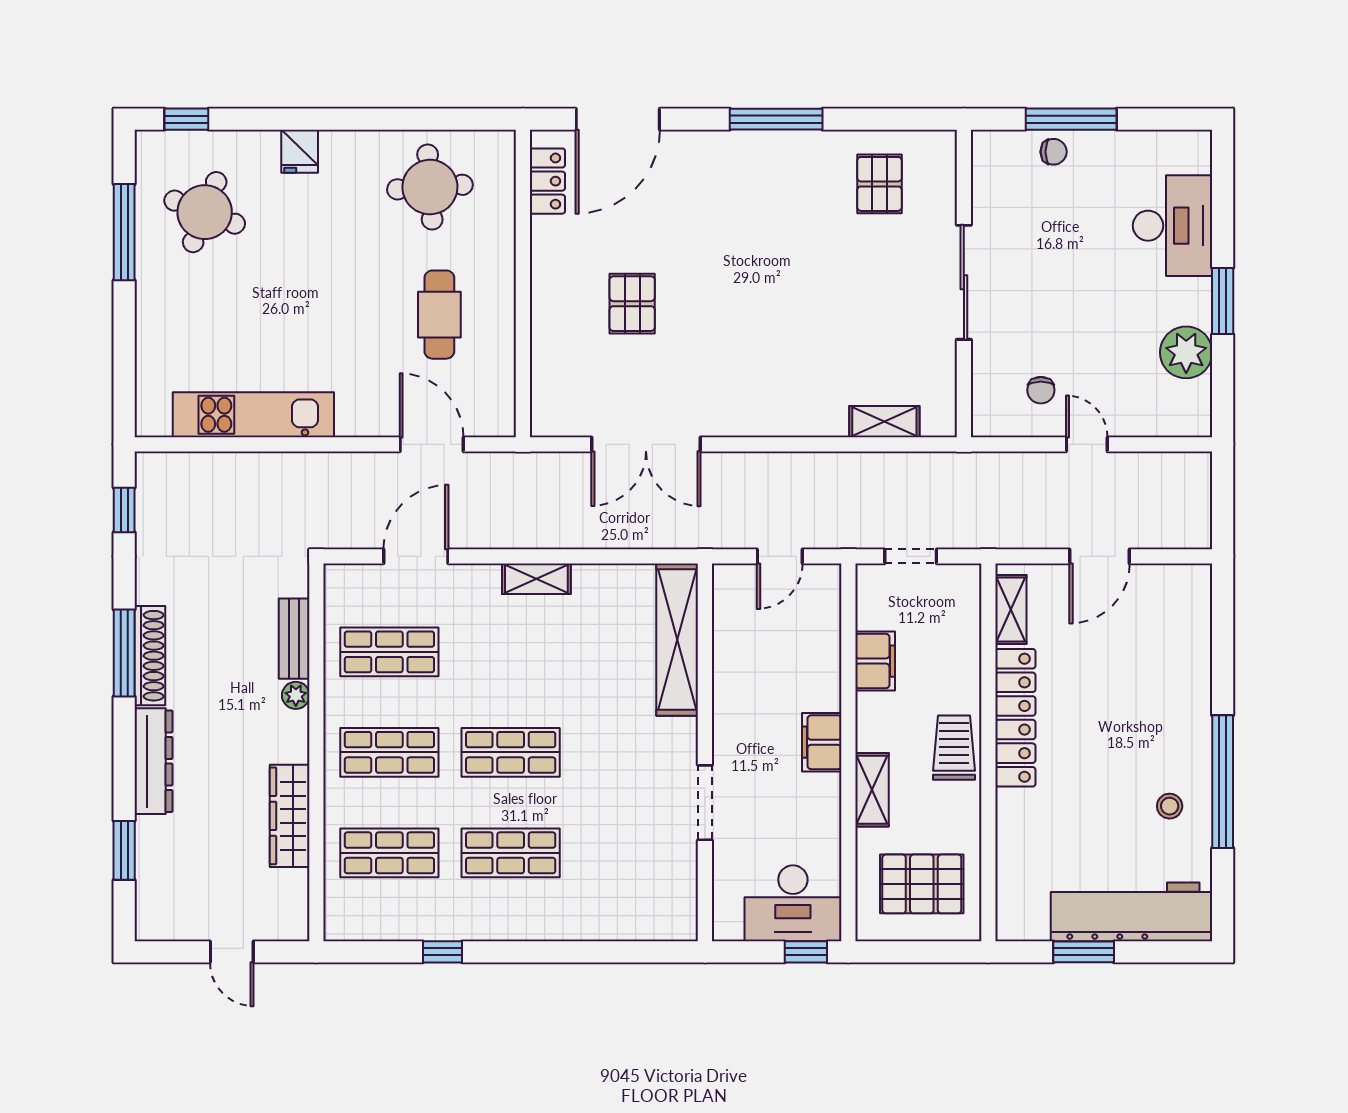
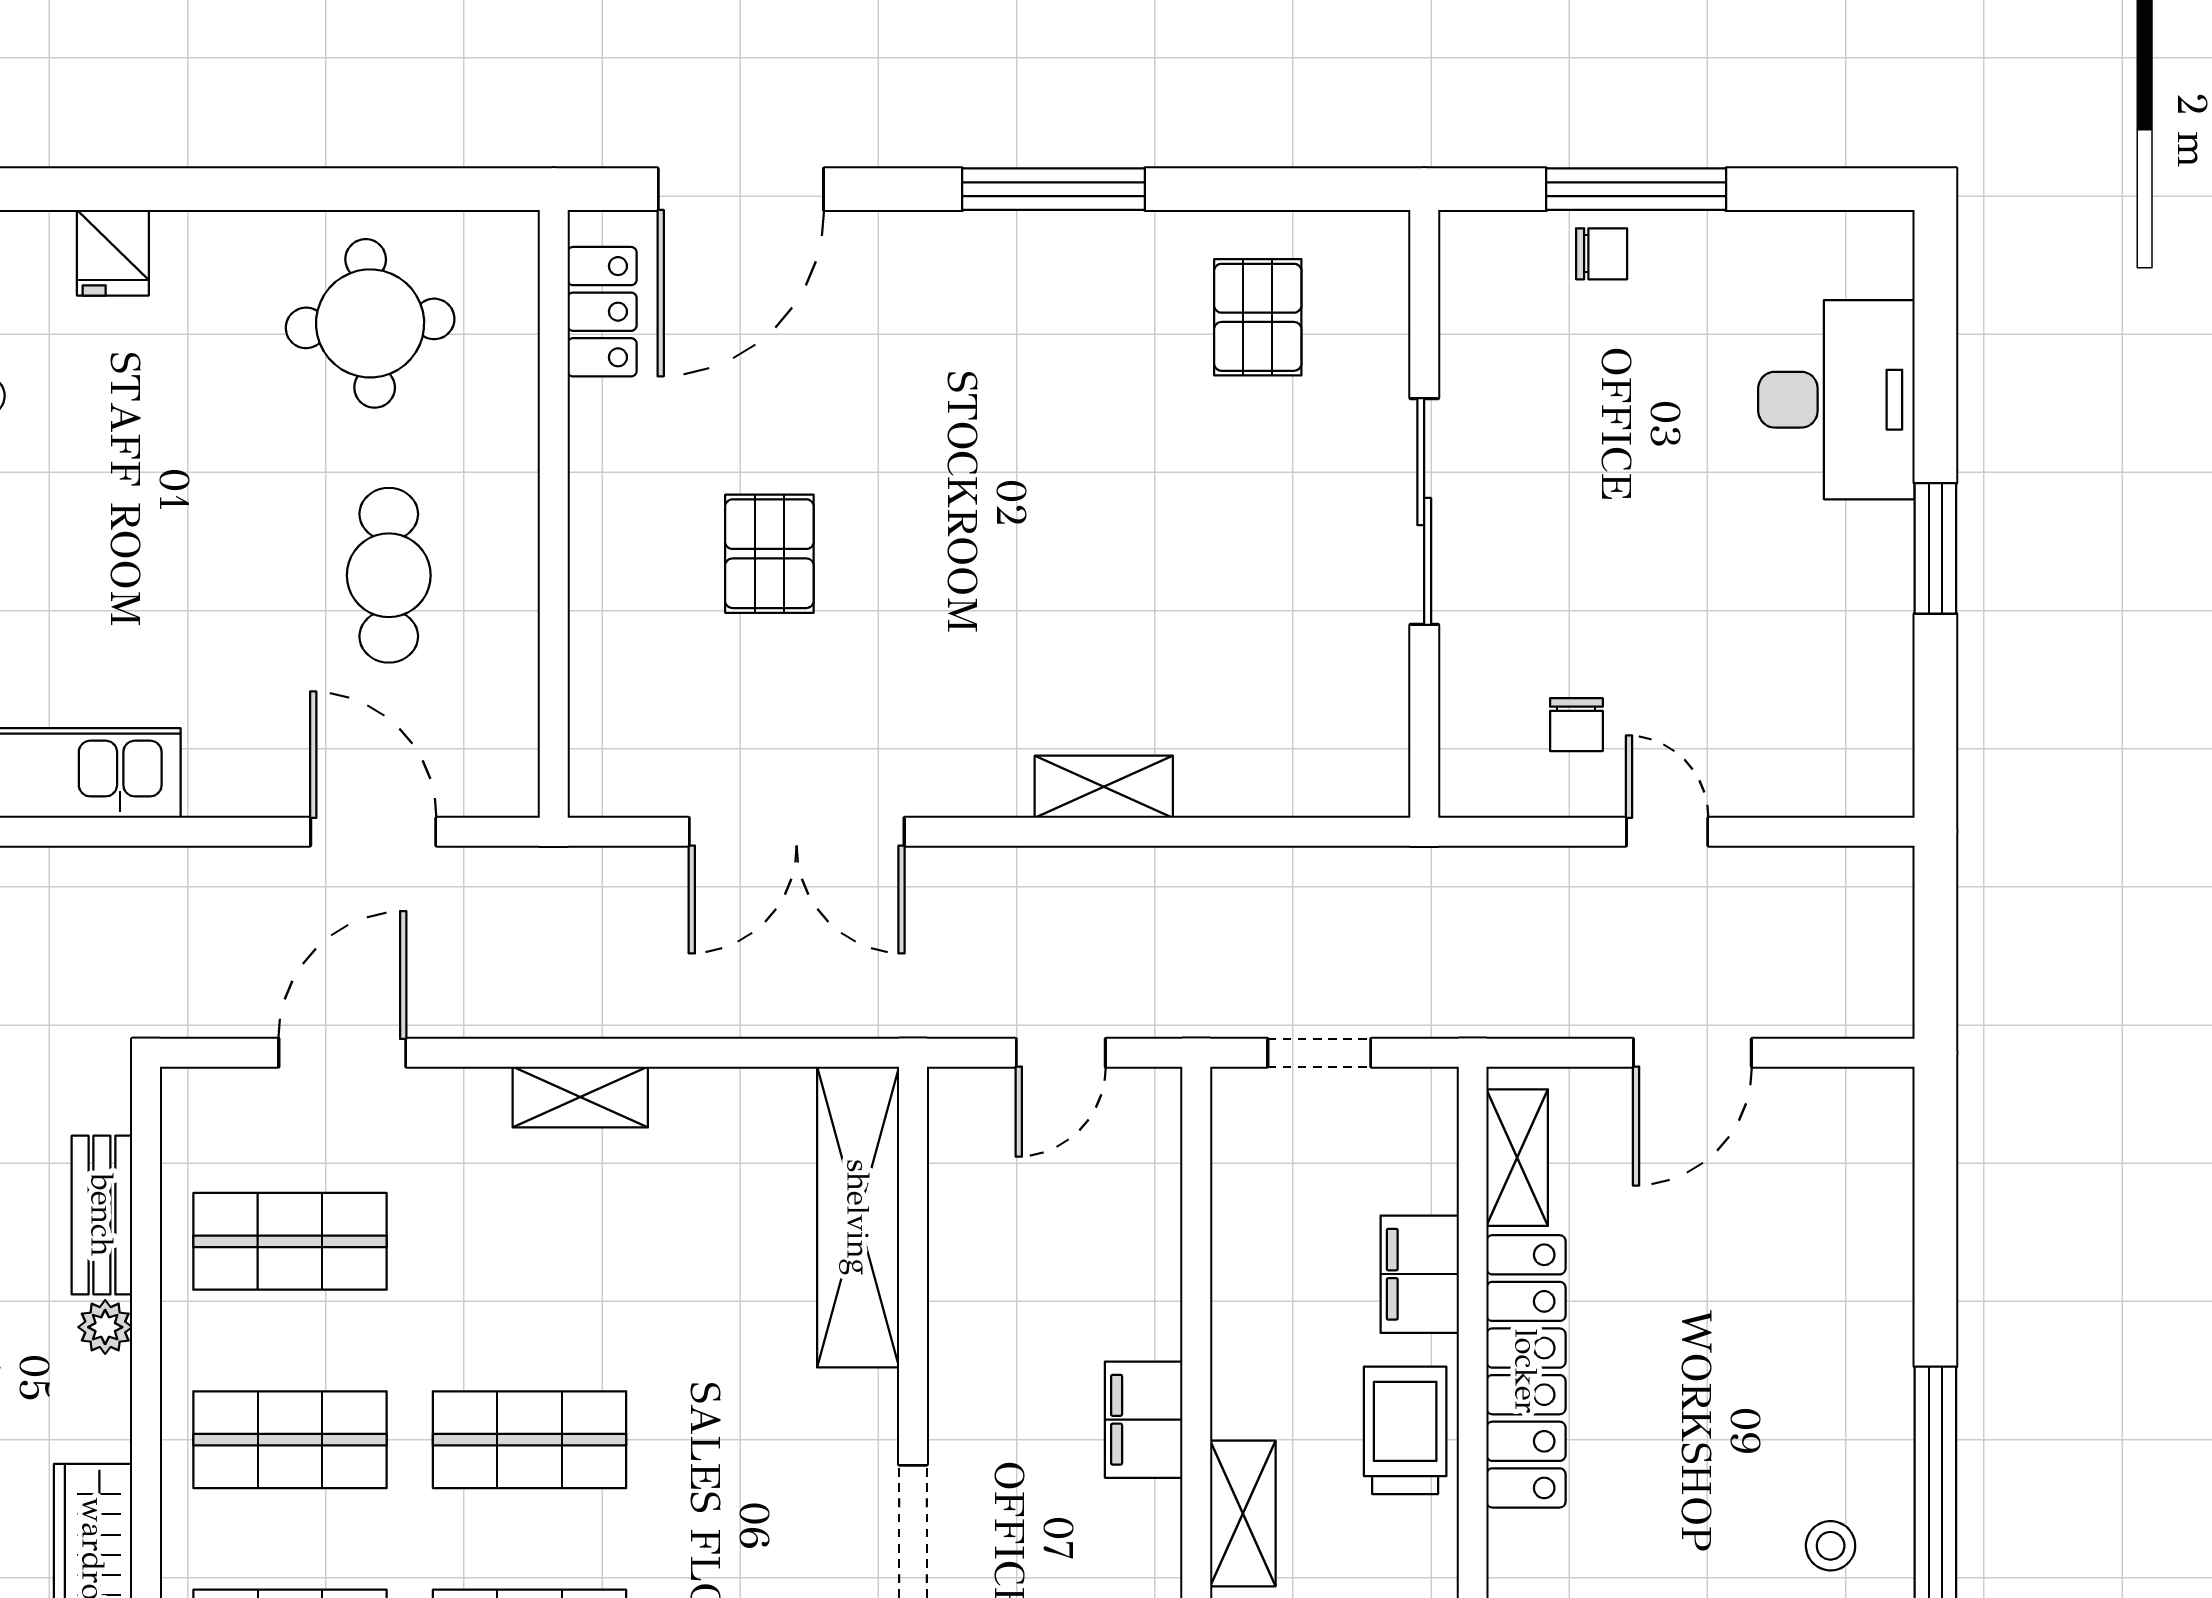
plant: (1186, 352) -> (1863, 650), removed
shelving: (884, 422) -> (1104, 787), moved
filing cabinet: (875, 661) -> (1420, 1274), moved, turned 180

